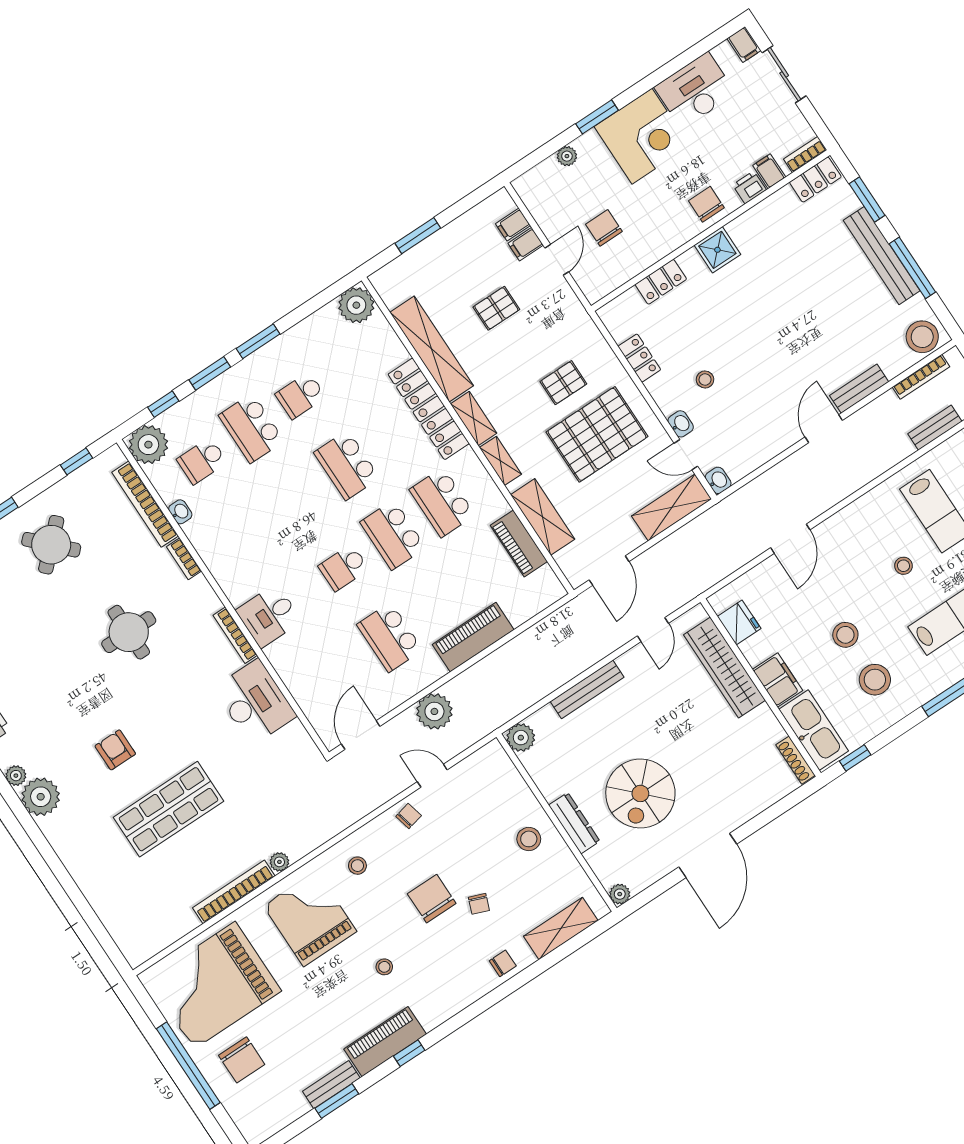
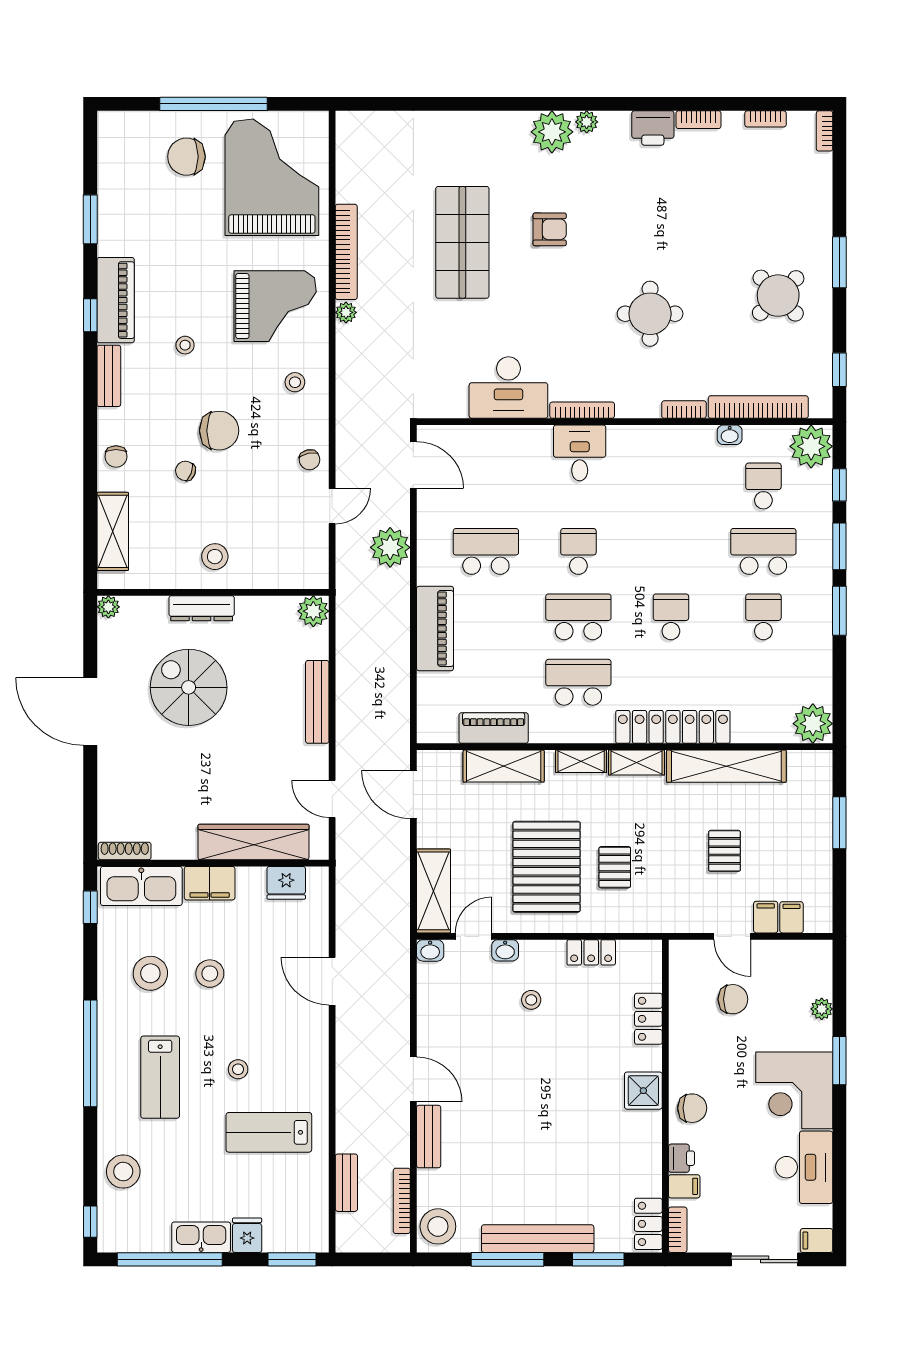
school desk: (347, 465) -> (671, 617), width x0.54
bench: (331, 1085) -> (109, 376), moved

